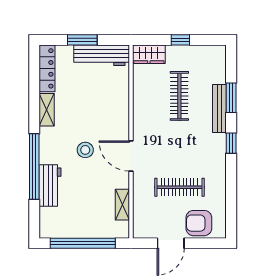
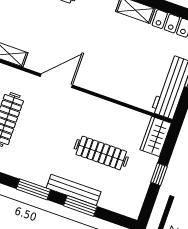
window: (231, 143) -> (33, 189), width x1.50
stool: (85, 150) -> (80, 35), removed

